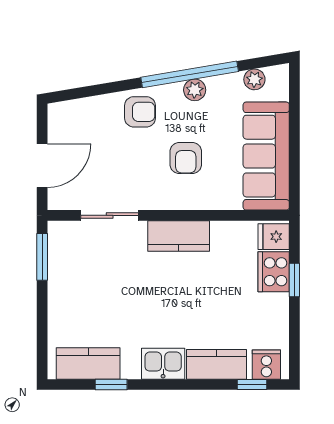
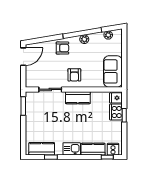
sofa: (266, 156) -> (113, 71), width x0.73
armchair: (186, 158) -> (74, 75), moved
door: (42, 166) -> (23, 57), moved

